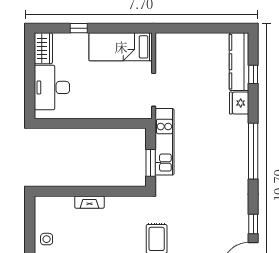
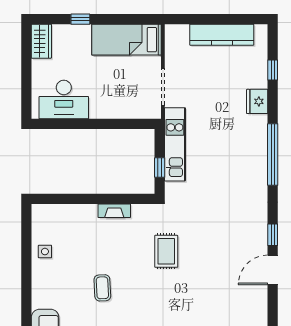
kitchen counter: (239, 62) -> (222, 35), moved, turned -90
desk: (52, 87) -> (64, 100), moved, turned -90
window: (151, 163) -> (160, 167), width x0.67
fireplace: (89, 202) -> (114, 211), moved

